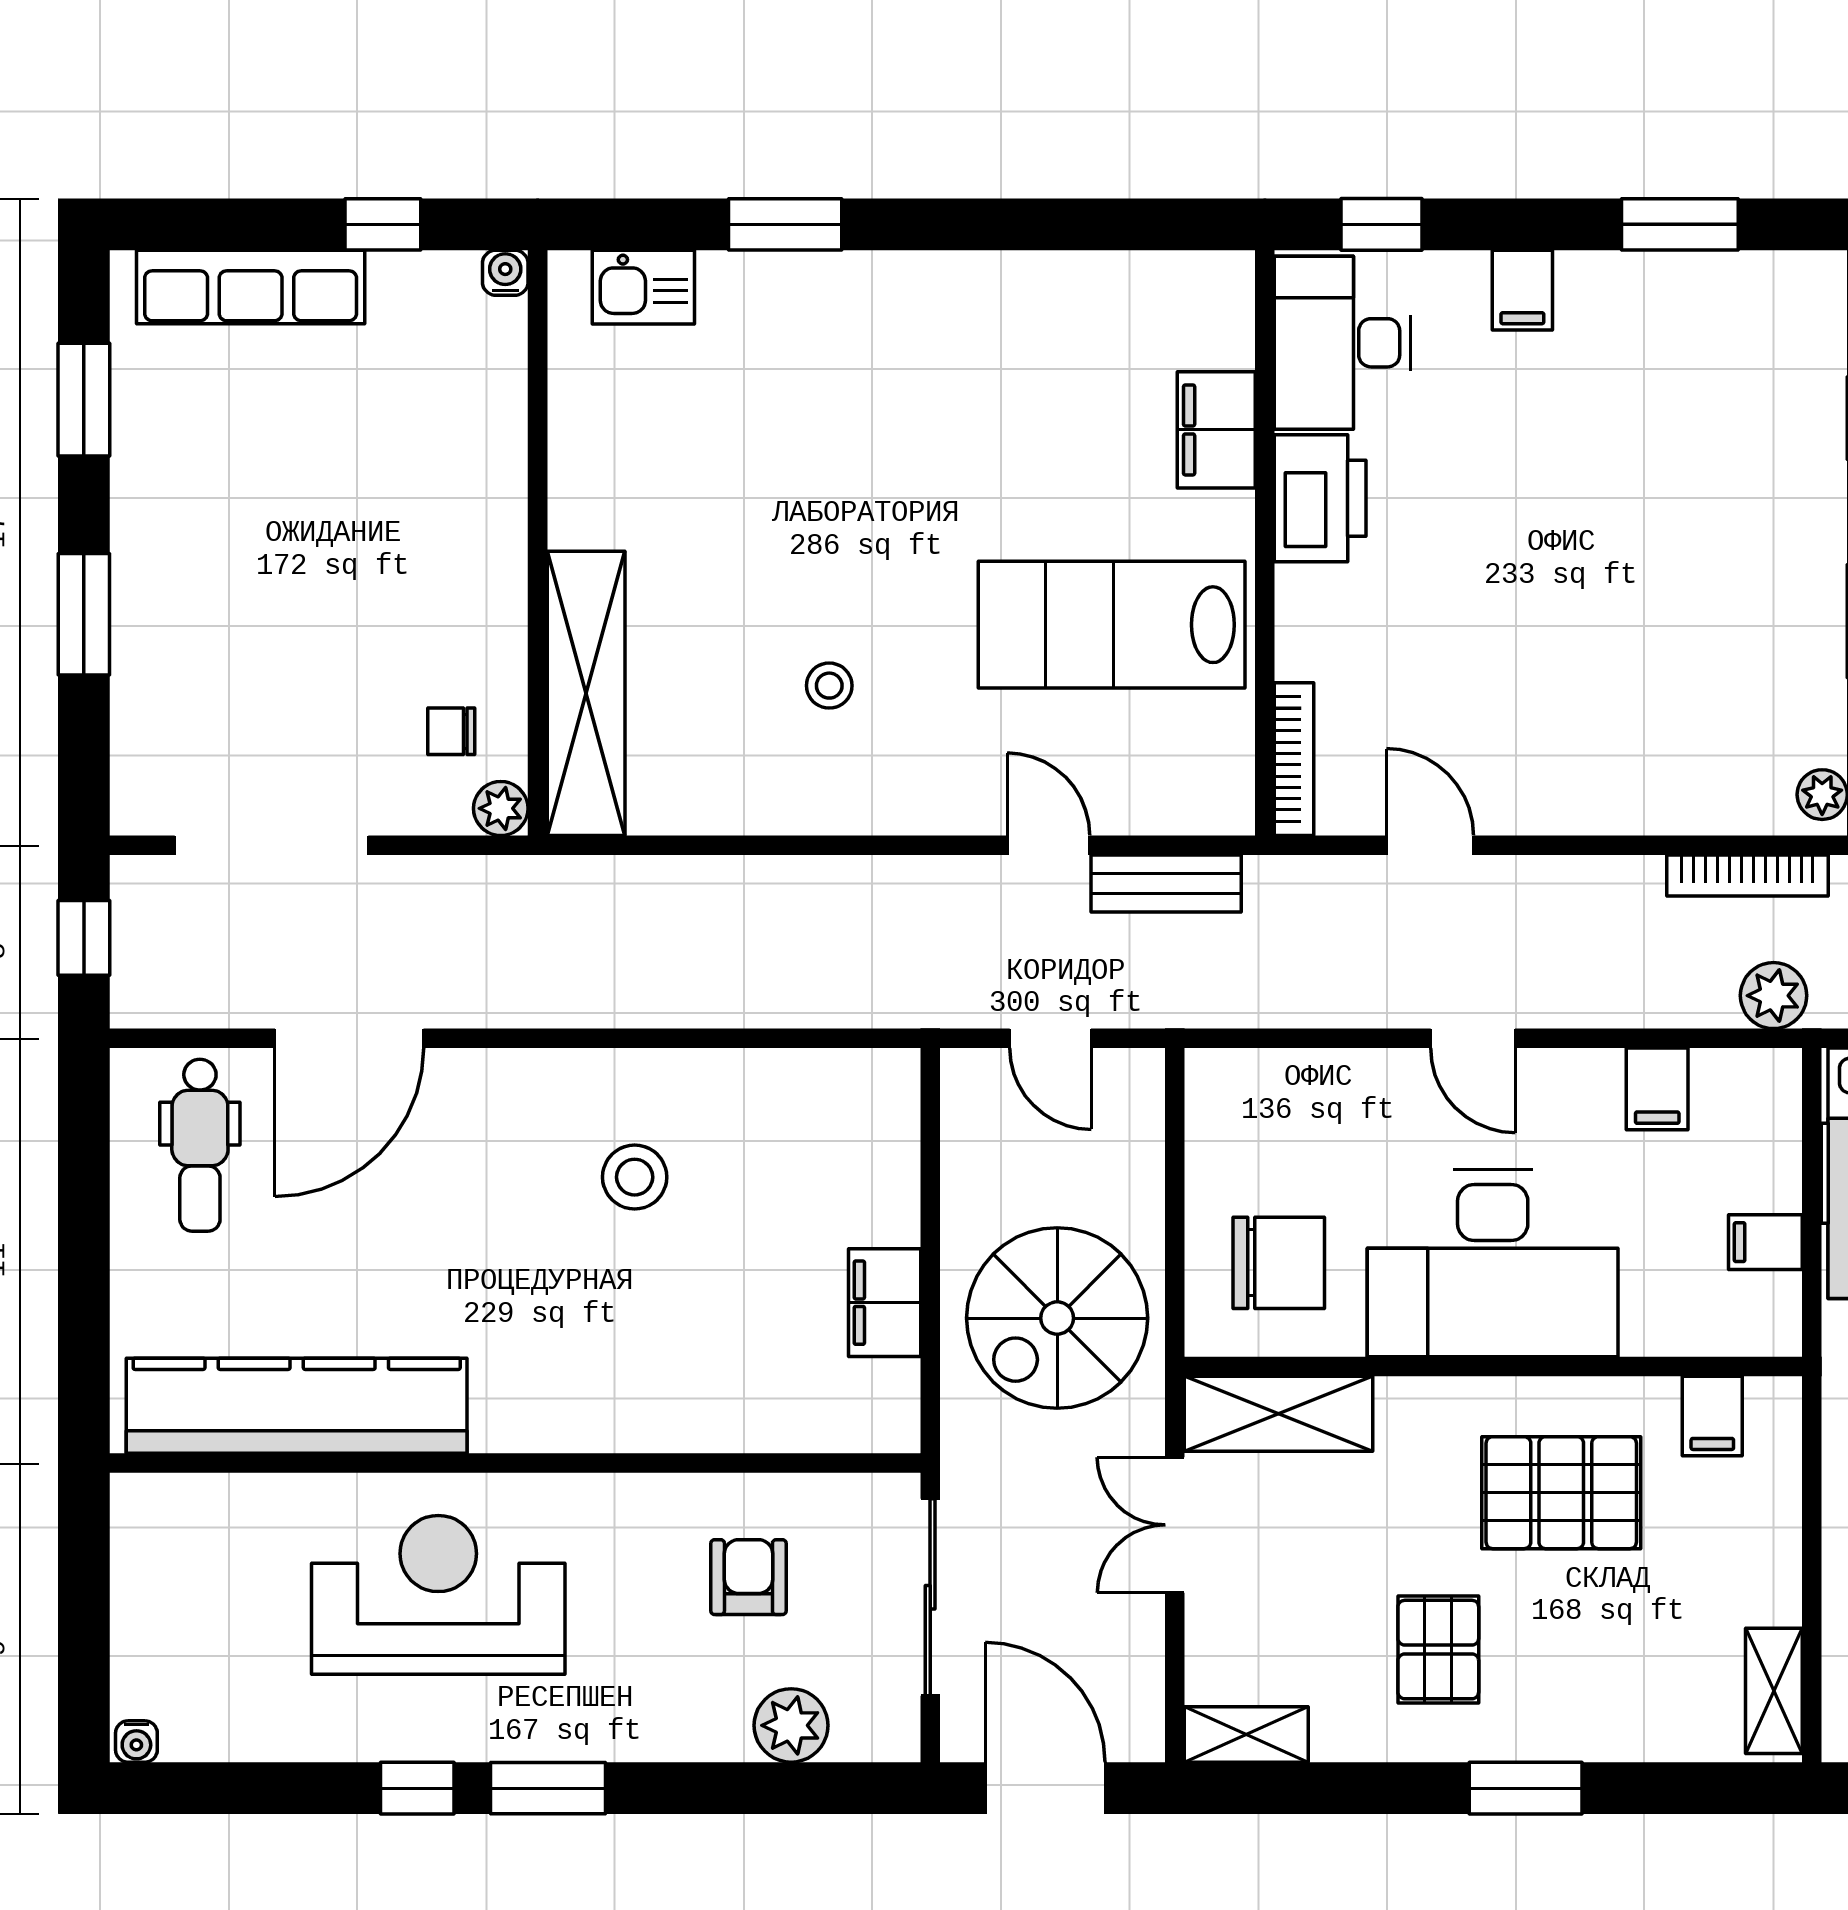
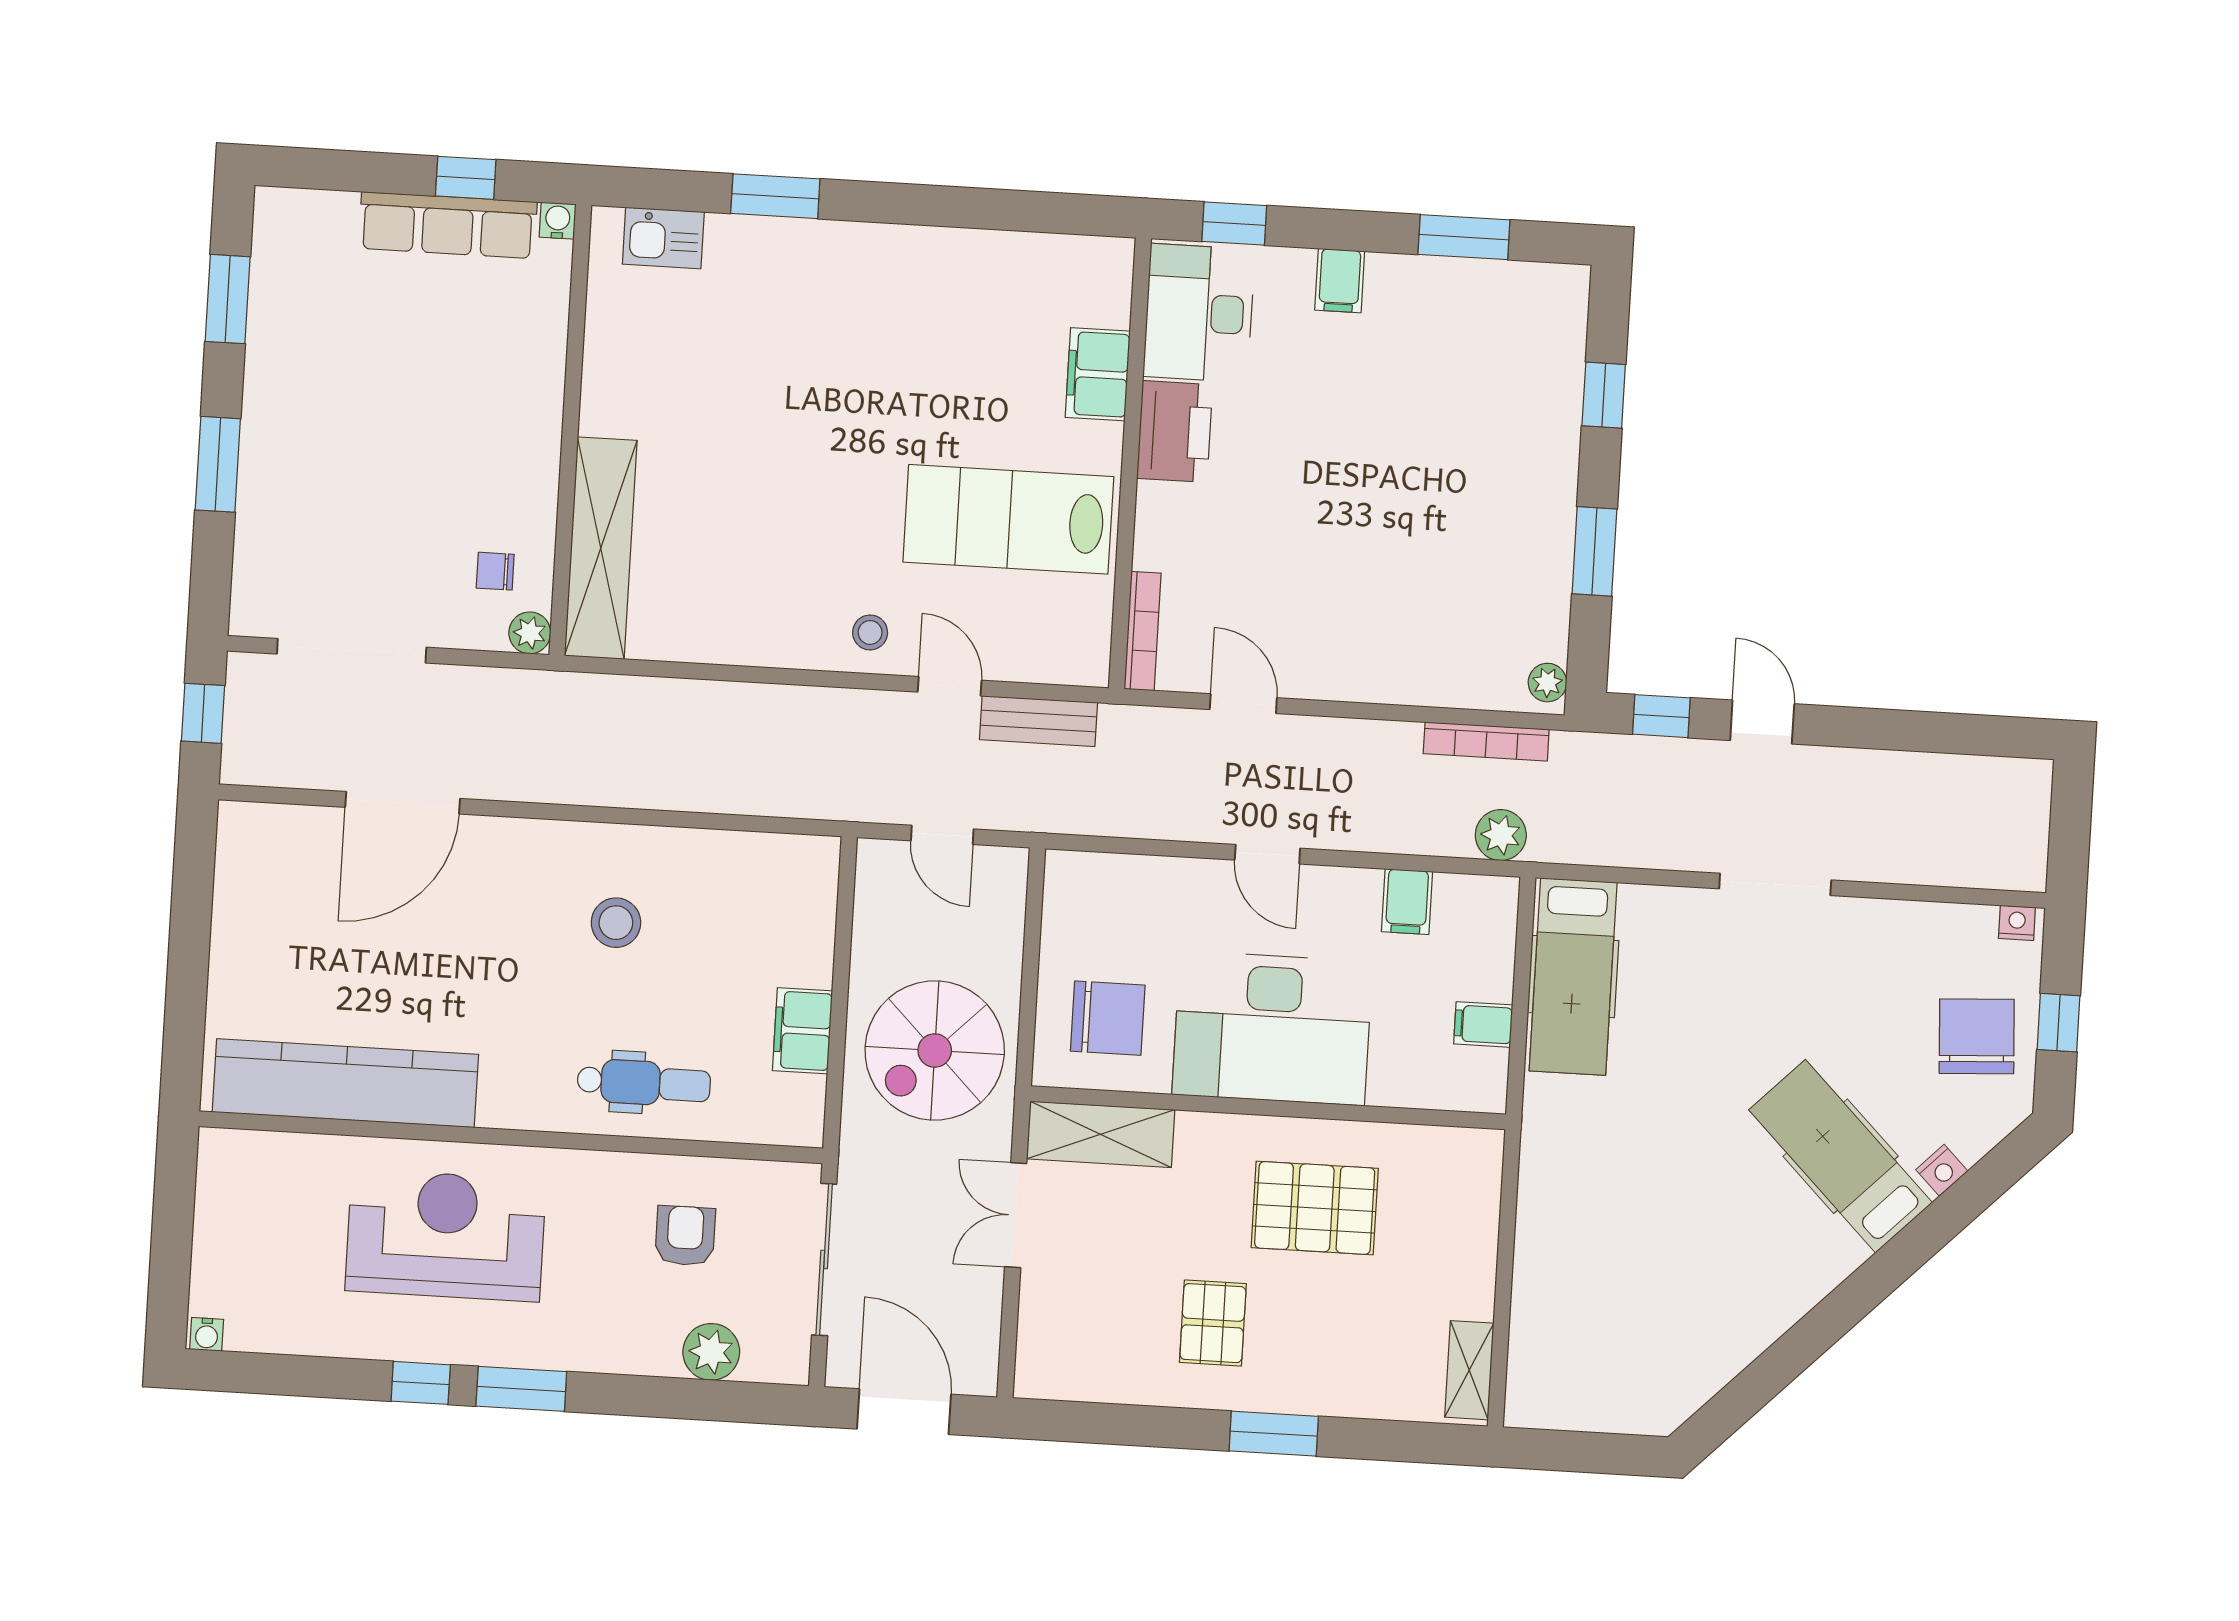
row of seats: (251, 287) -> (448, 225), moved
stool: (829, 686) -> (870, 632), moved
dental chair: (200, 1145) -> (644, 1083), moved, turned -90
filing cabinet: (1712, 1416) -> (1434, 1156), removed
shelving: (1246, 1734) -> (1061, 1380), removed

